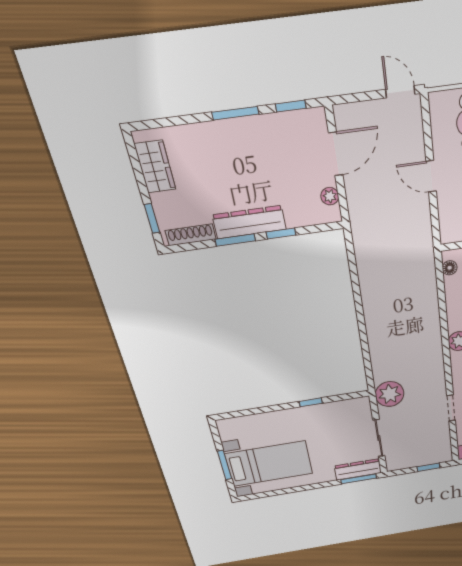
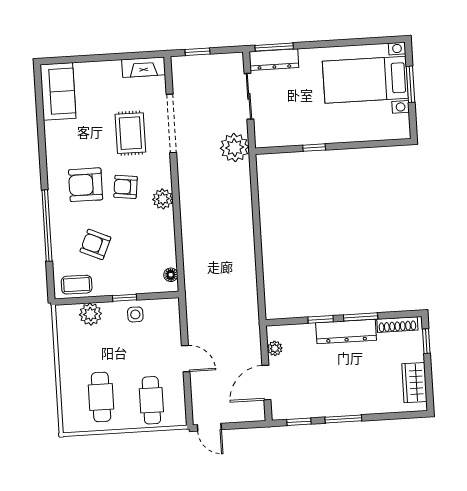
doorway: (451, 408) -> (171, 123), width x1.88

